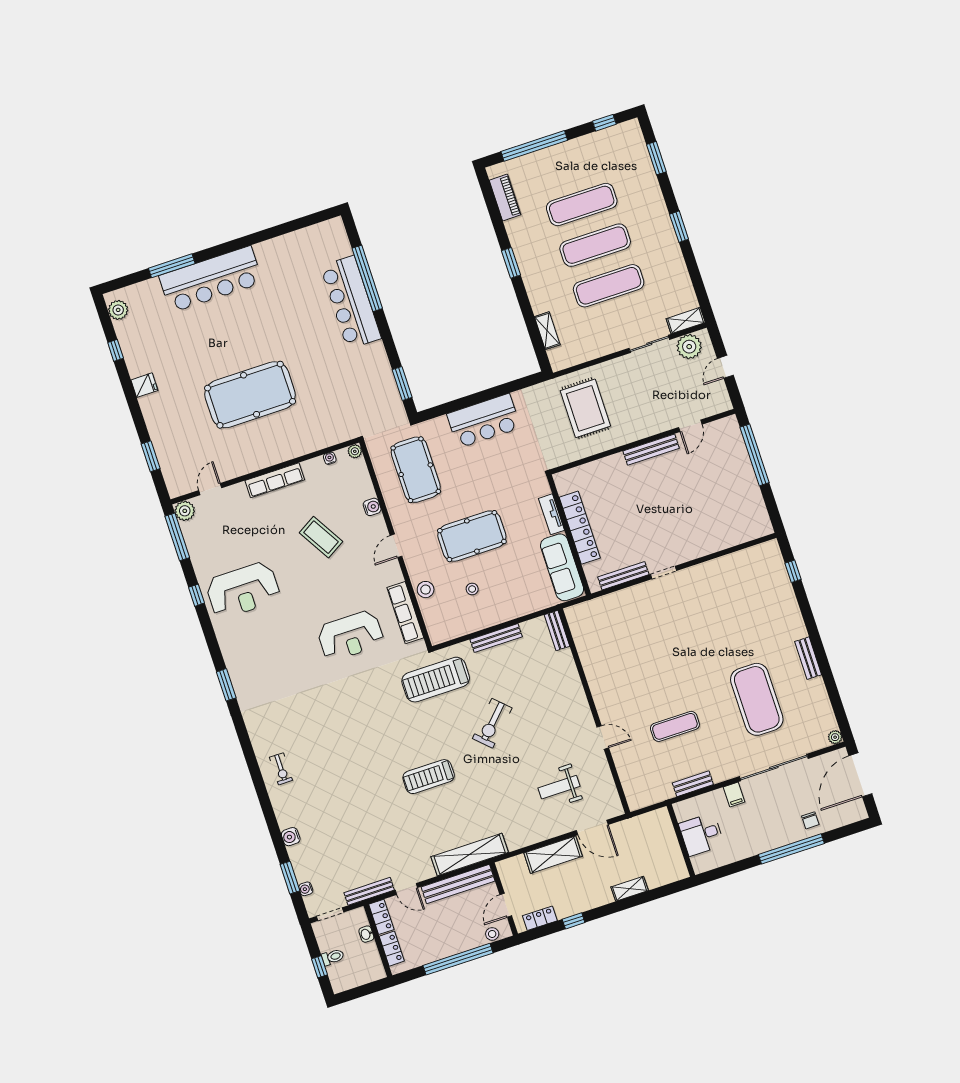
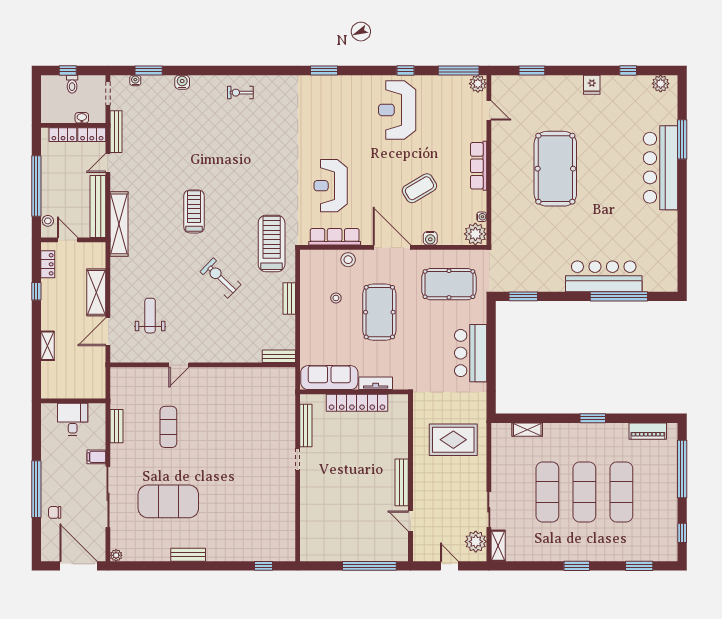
plant: (355, 451) -> (475, 234), width x1.88, depth x1.88
door: (396, 546) -> (392, 247), width x1.87
bench: (496, 638) -> (289, 299), width x0.73

